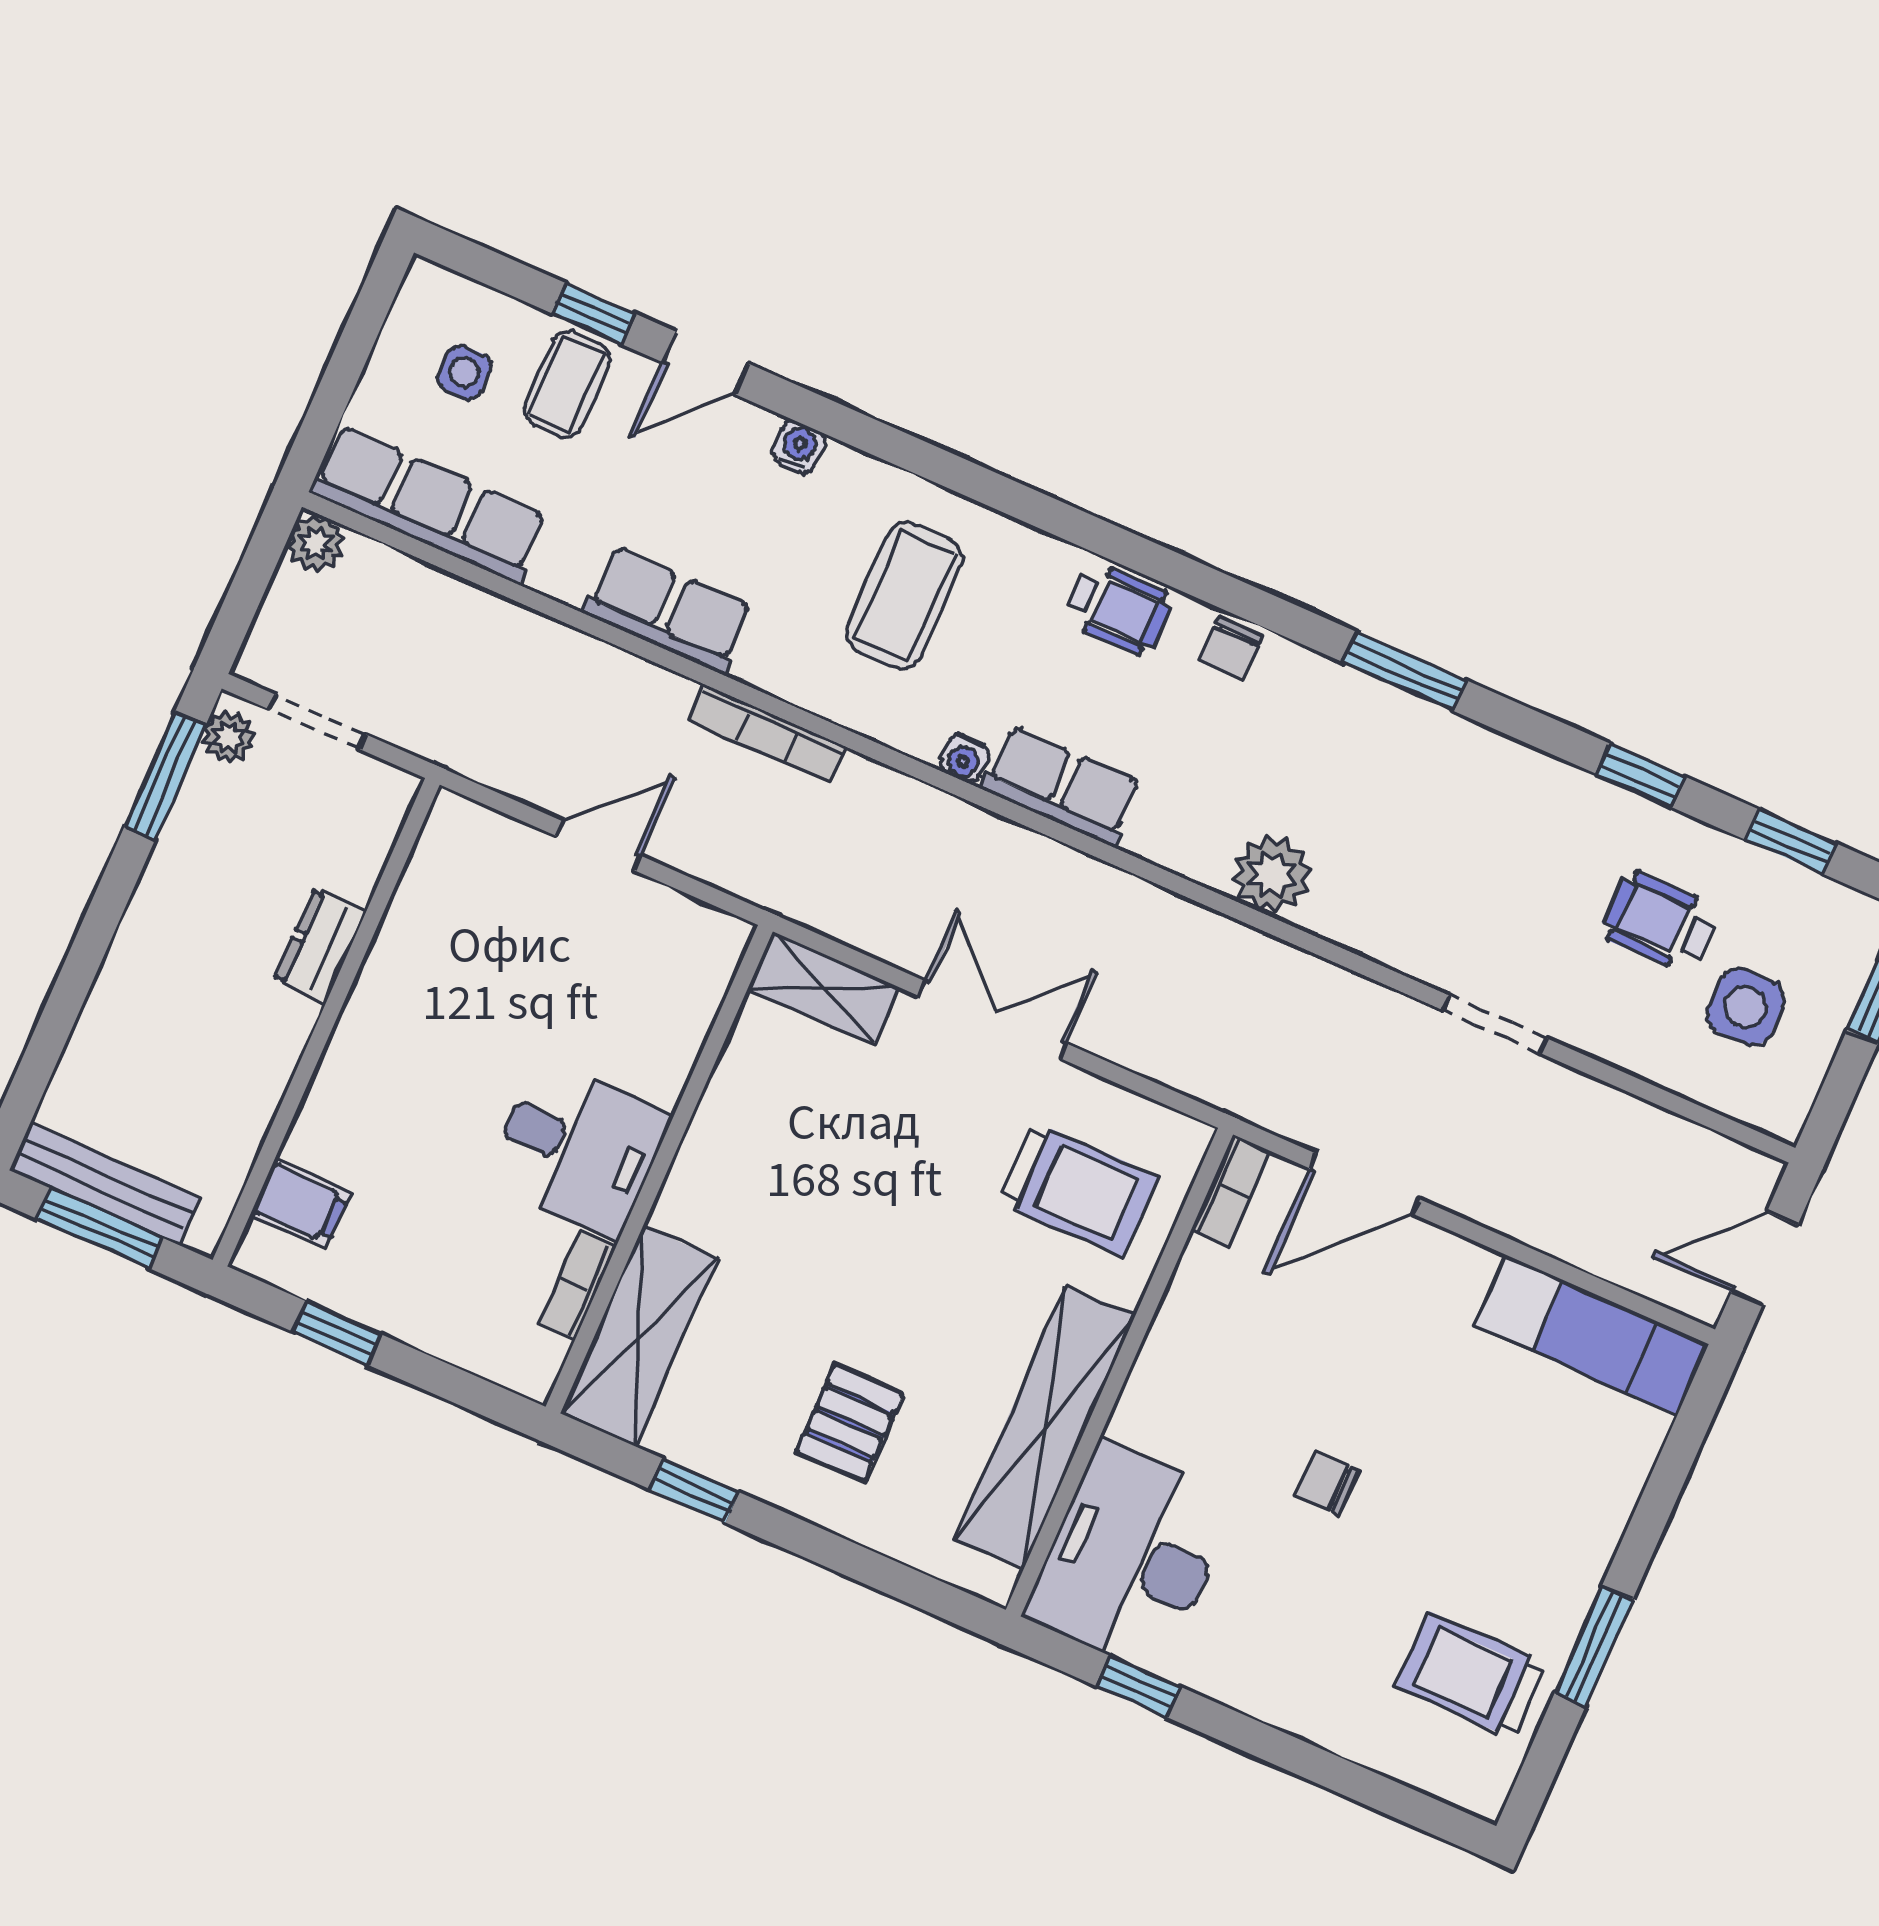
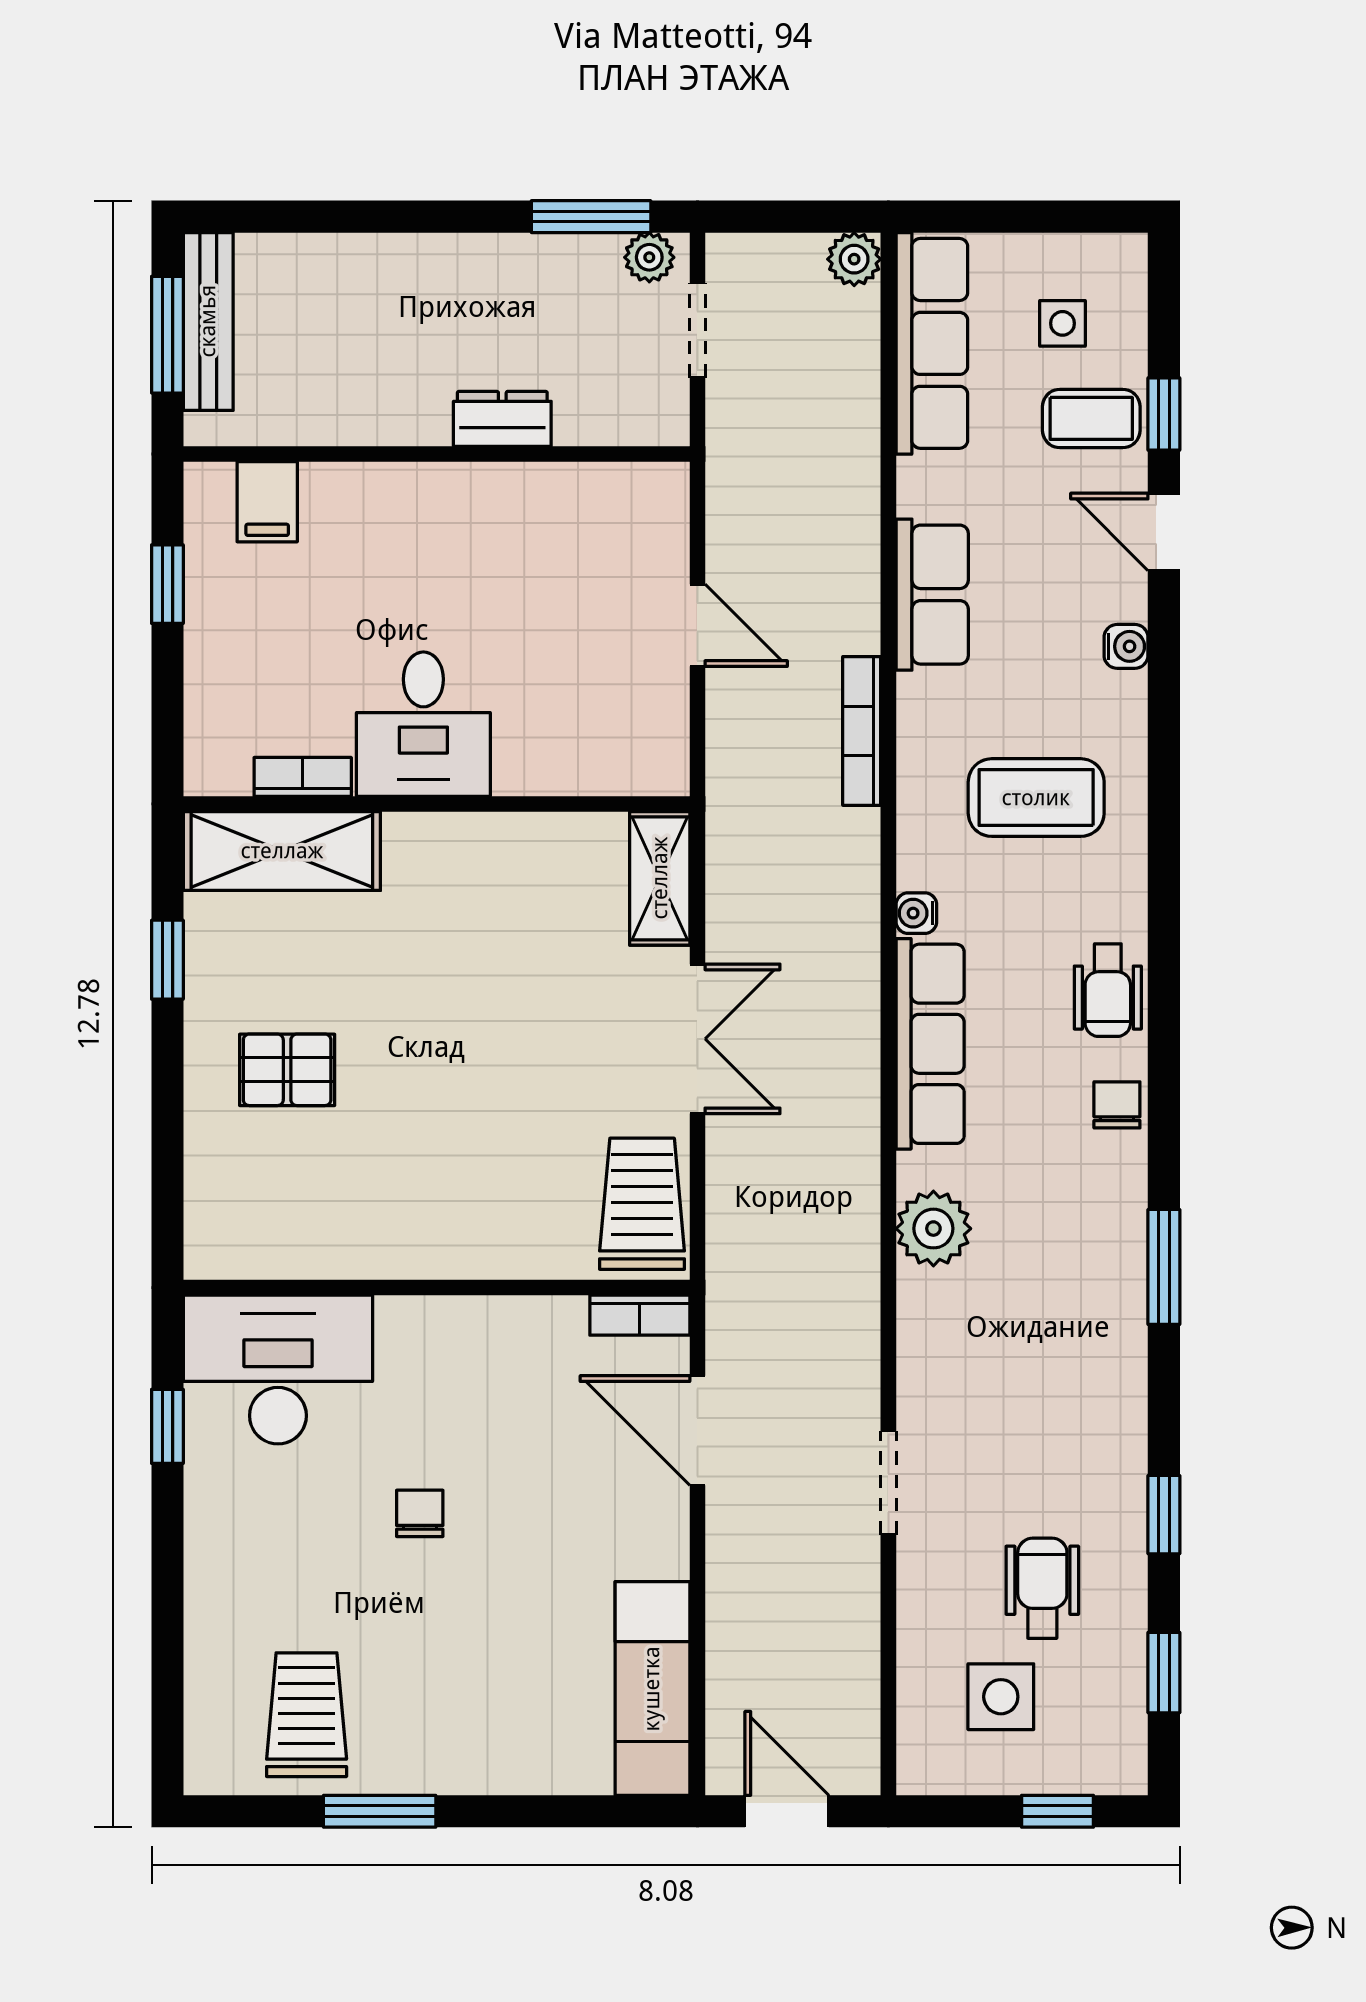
chair: (1231, 648) -> (1117, 1105), turned 90
row of seats: (1062, 786) -> (930, 1044), width x1.48
trolley: (1078, 1189) -> (642, 1204), moved, turned 180
shelving: (1045, 1428) -> (359, 1243), removed

